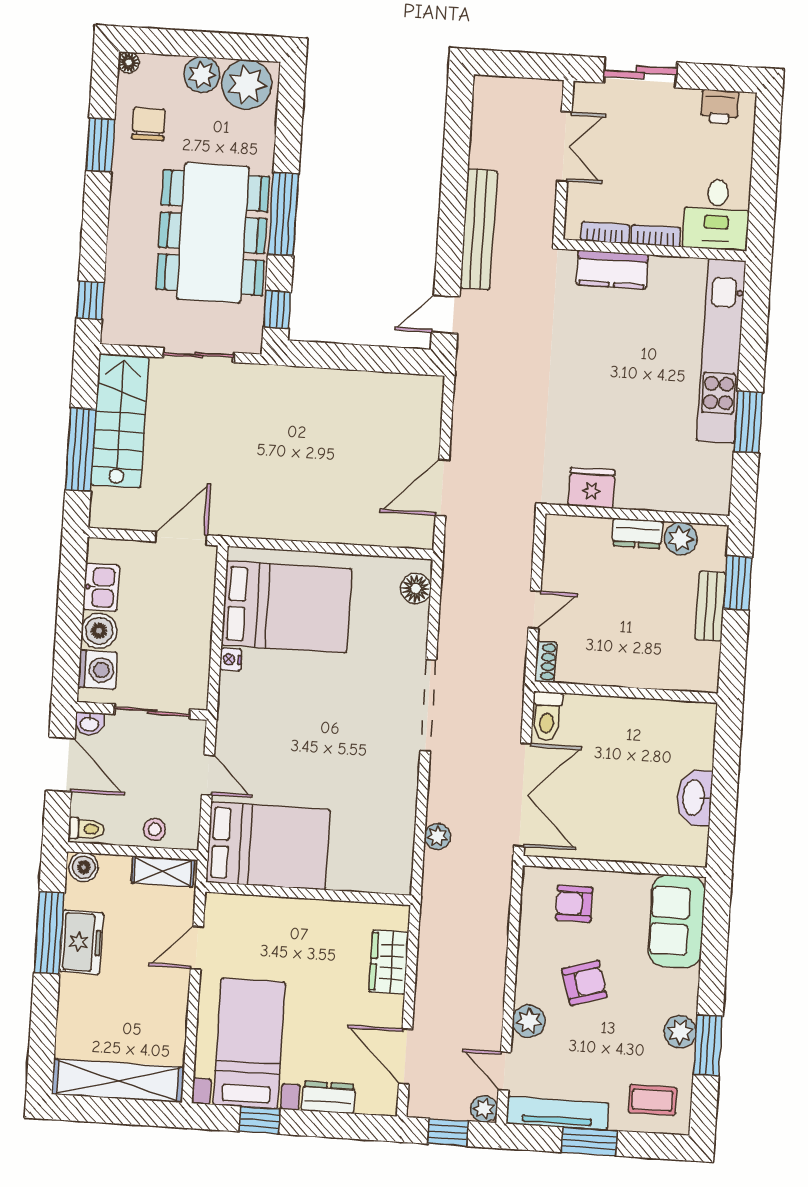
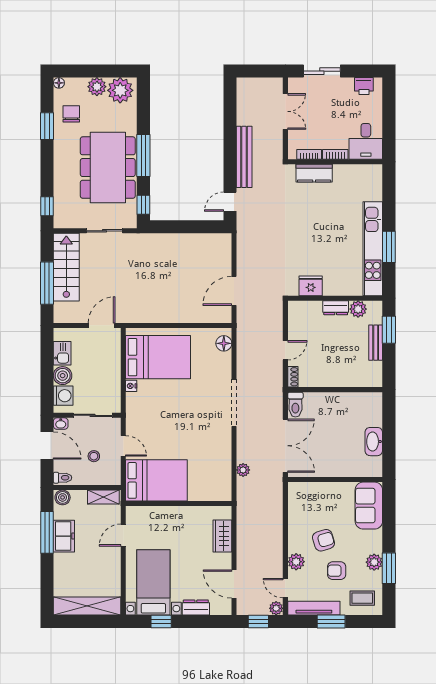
kitchen unit: (721, 351) -> (373, 249), moved
stool: (155, 829) -> (94, 456), moved
armchair: (574, 904) -> (337, 571), moved

